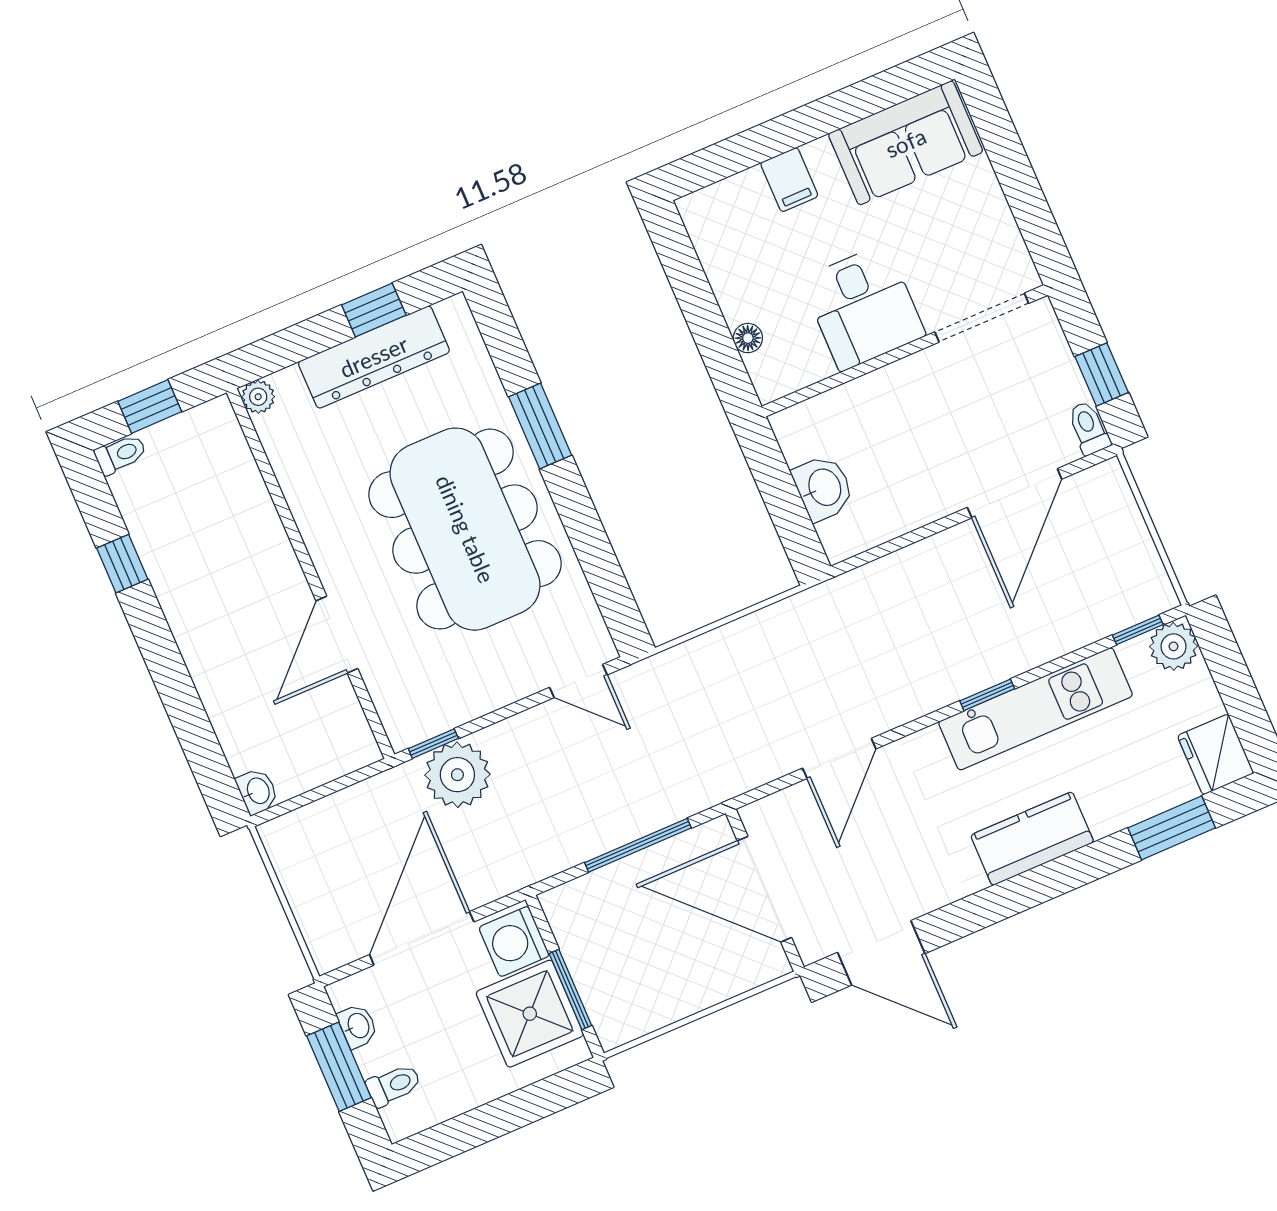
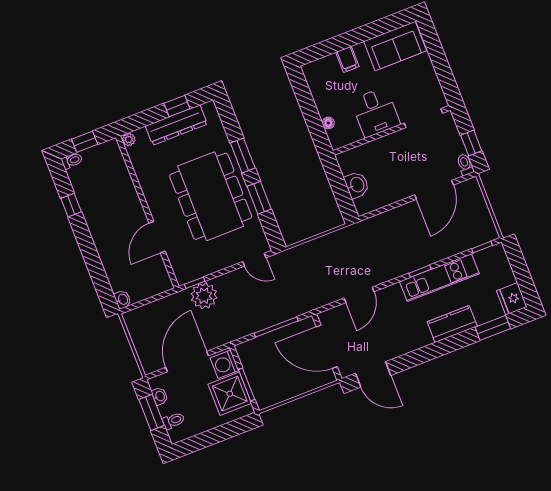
window: (584, 529) -> (259, 198), added
plant: (1174, 646) -> (496, 254), removed
kitchen counter: (1032, 839) -> (452, 324), moved

